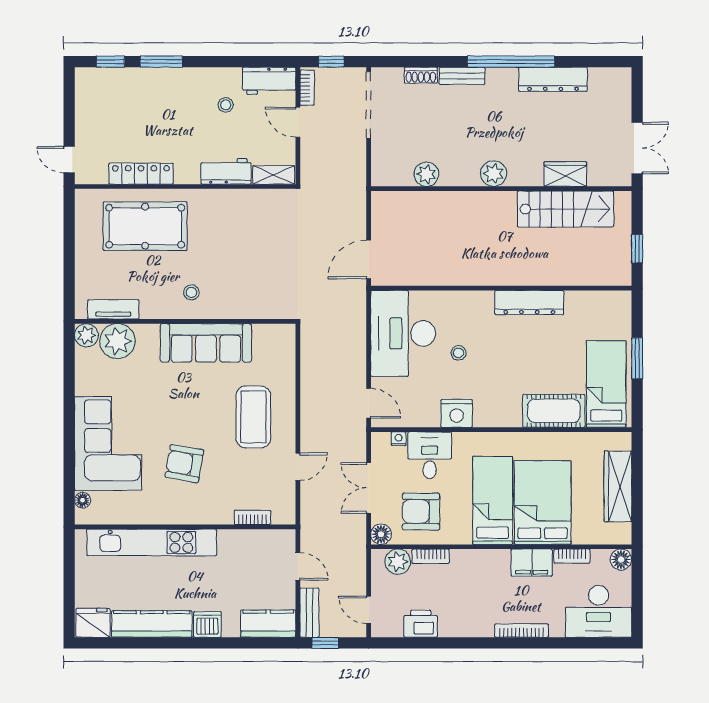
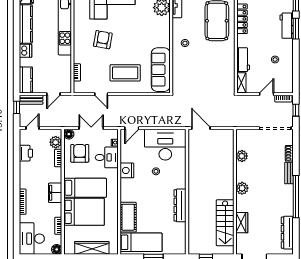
dresser: (553, 79) -> (287, 233), moved
workbench: (269, 81) -> (287, 26), moved
sofa: (206, 343) -> (161, 70), moved
filing cabinet: (532, 563) -> (55, 193), moved

